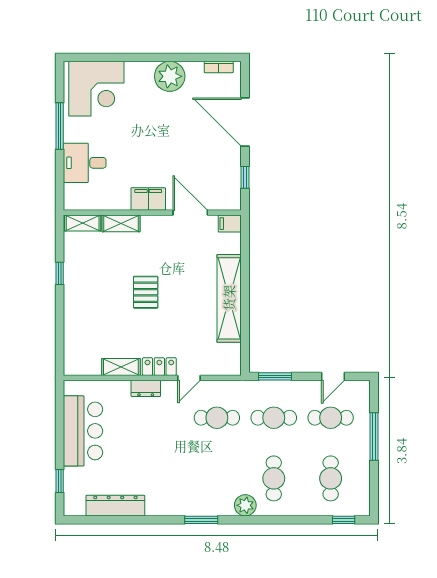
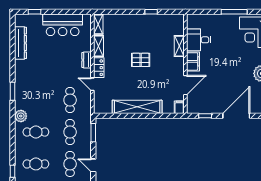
desk: (85, 163) -> (199, 40), moved, turned -90
shelving: (83, 223) -> (98, 24), moved

